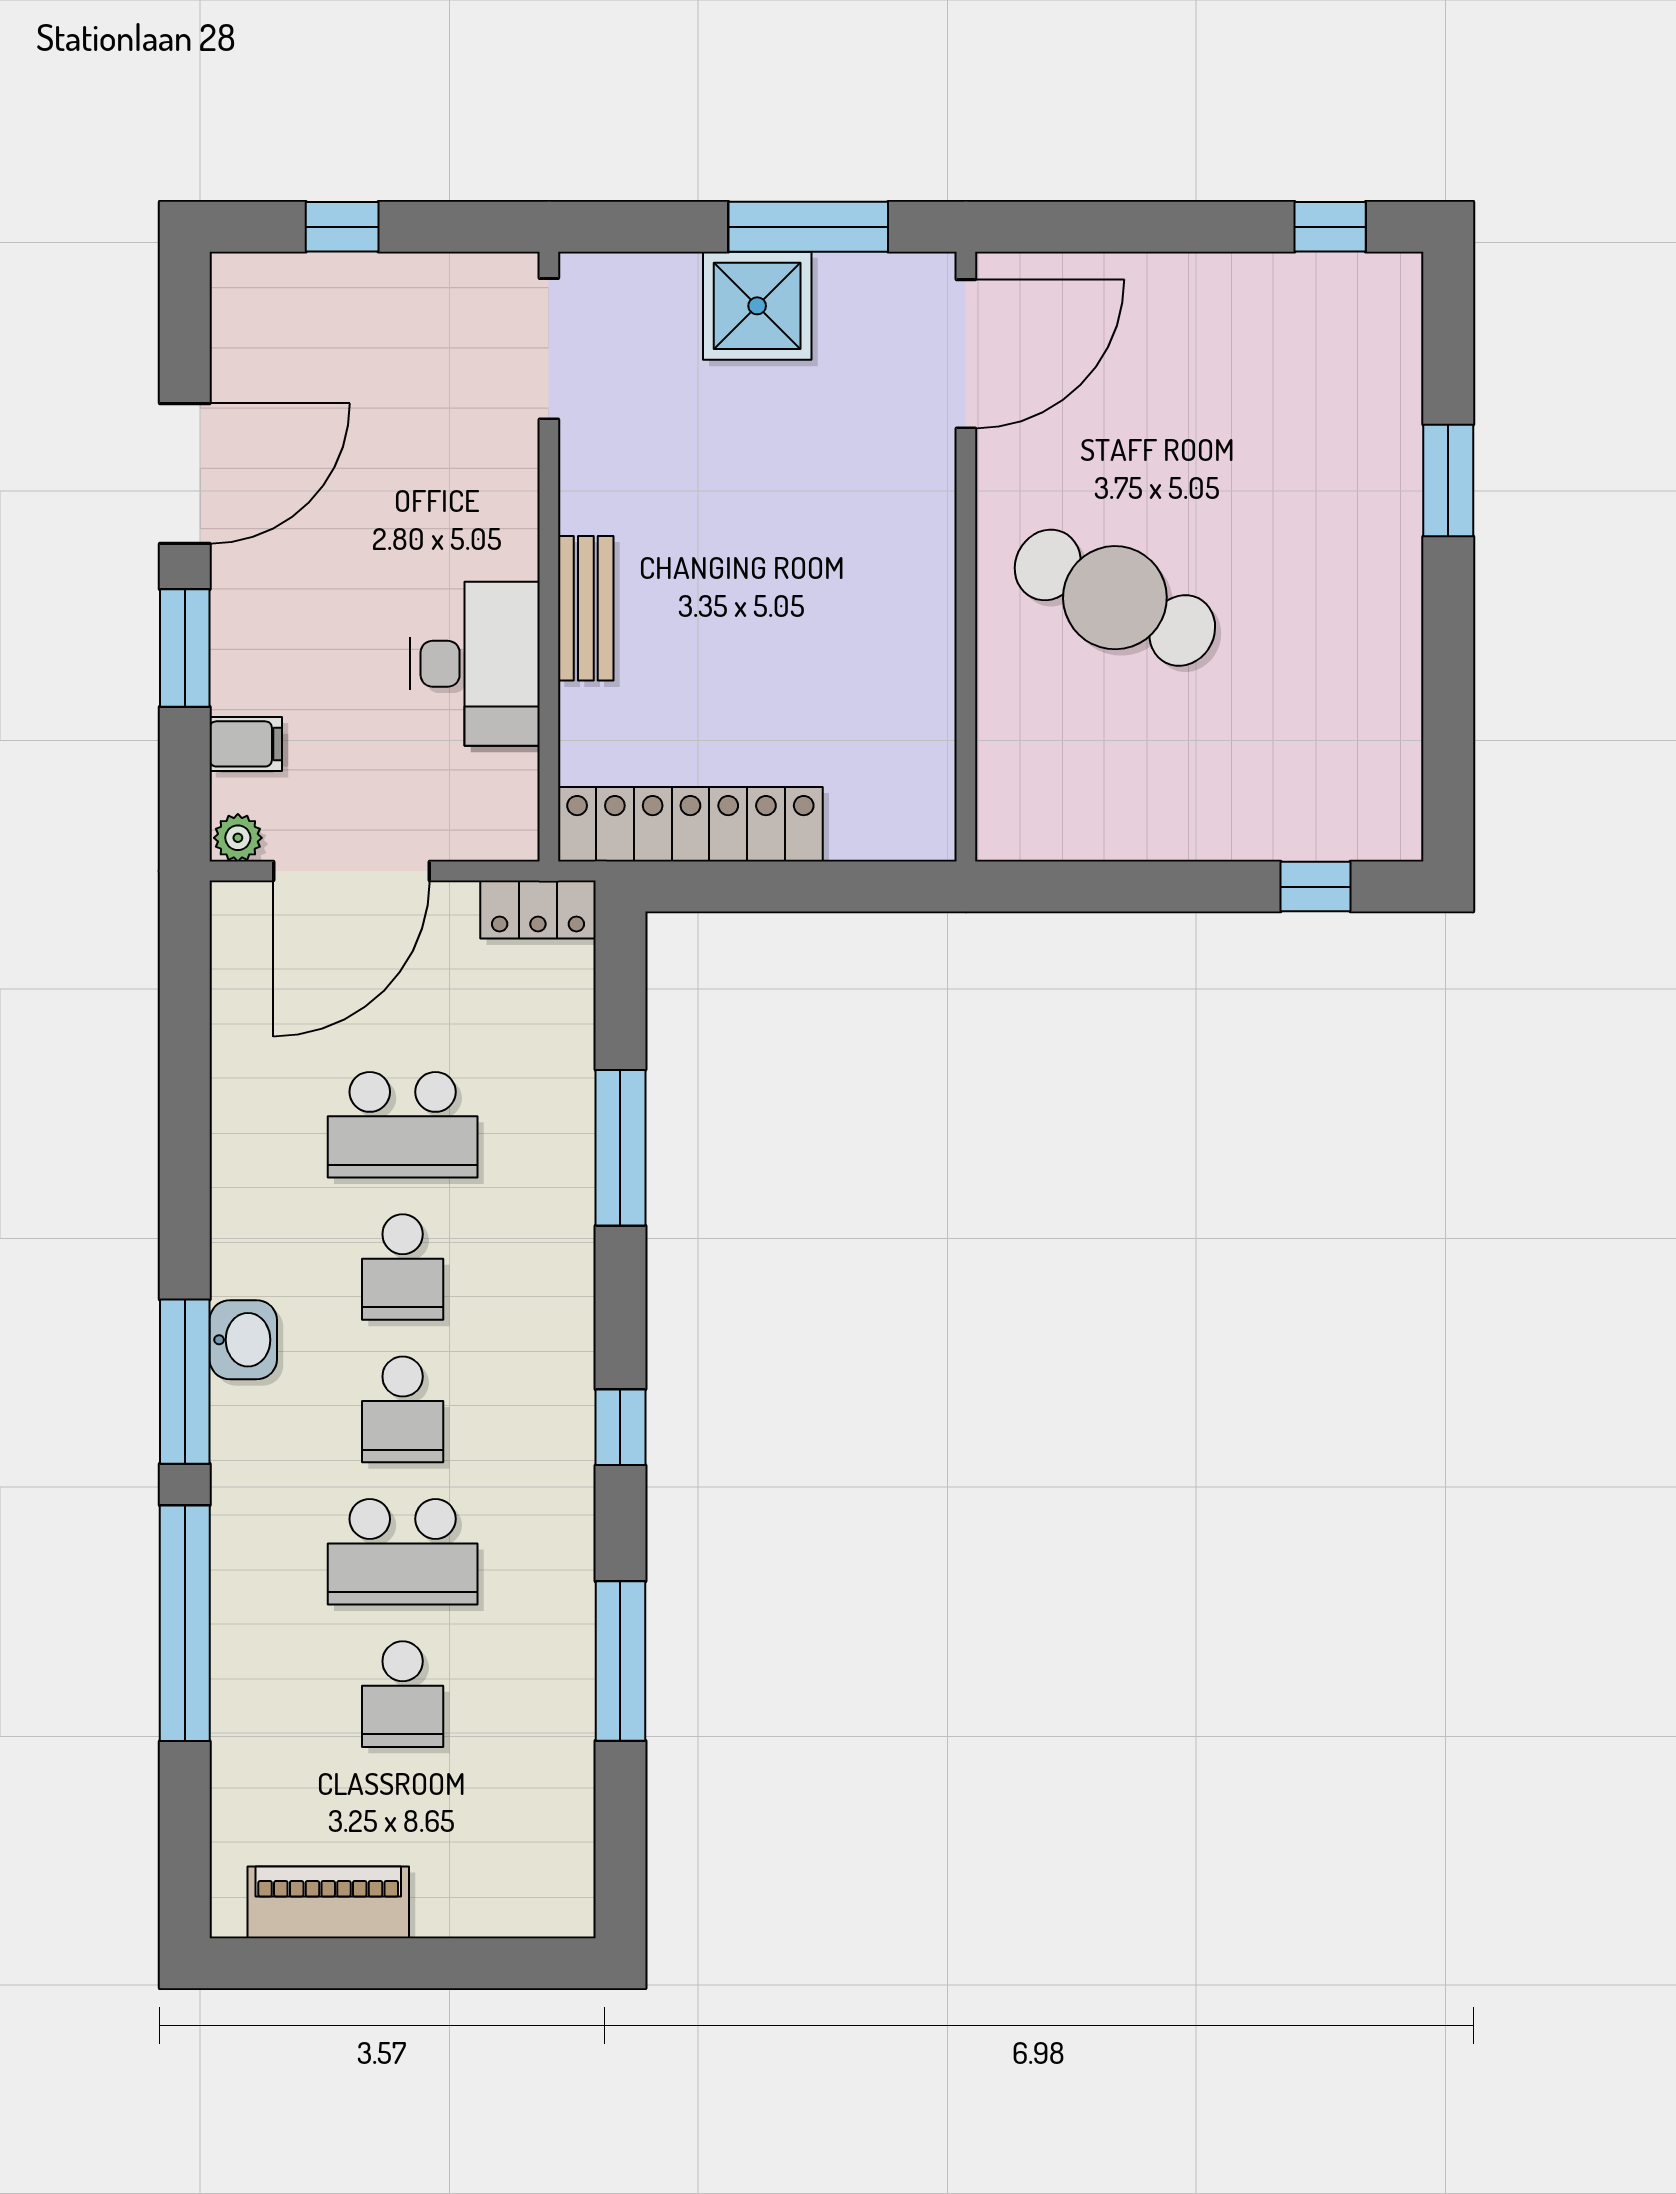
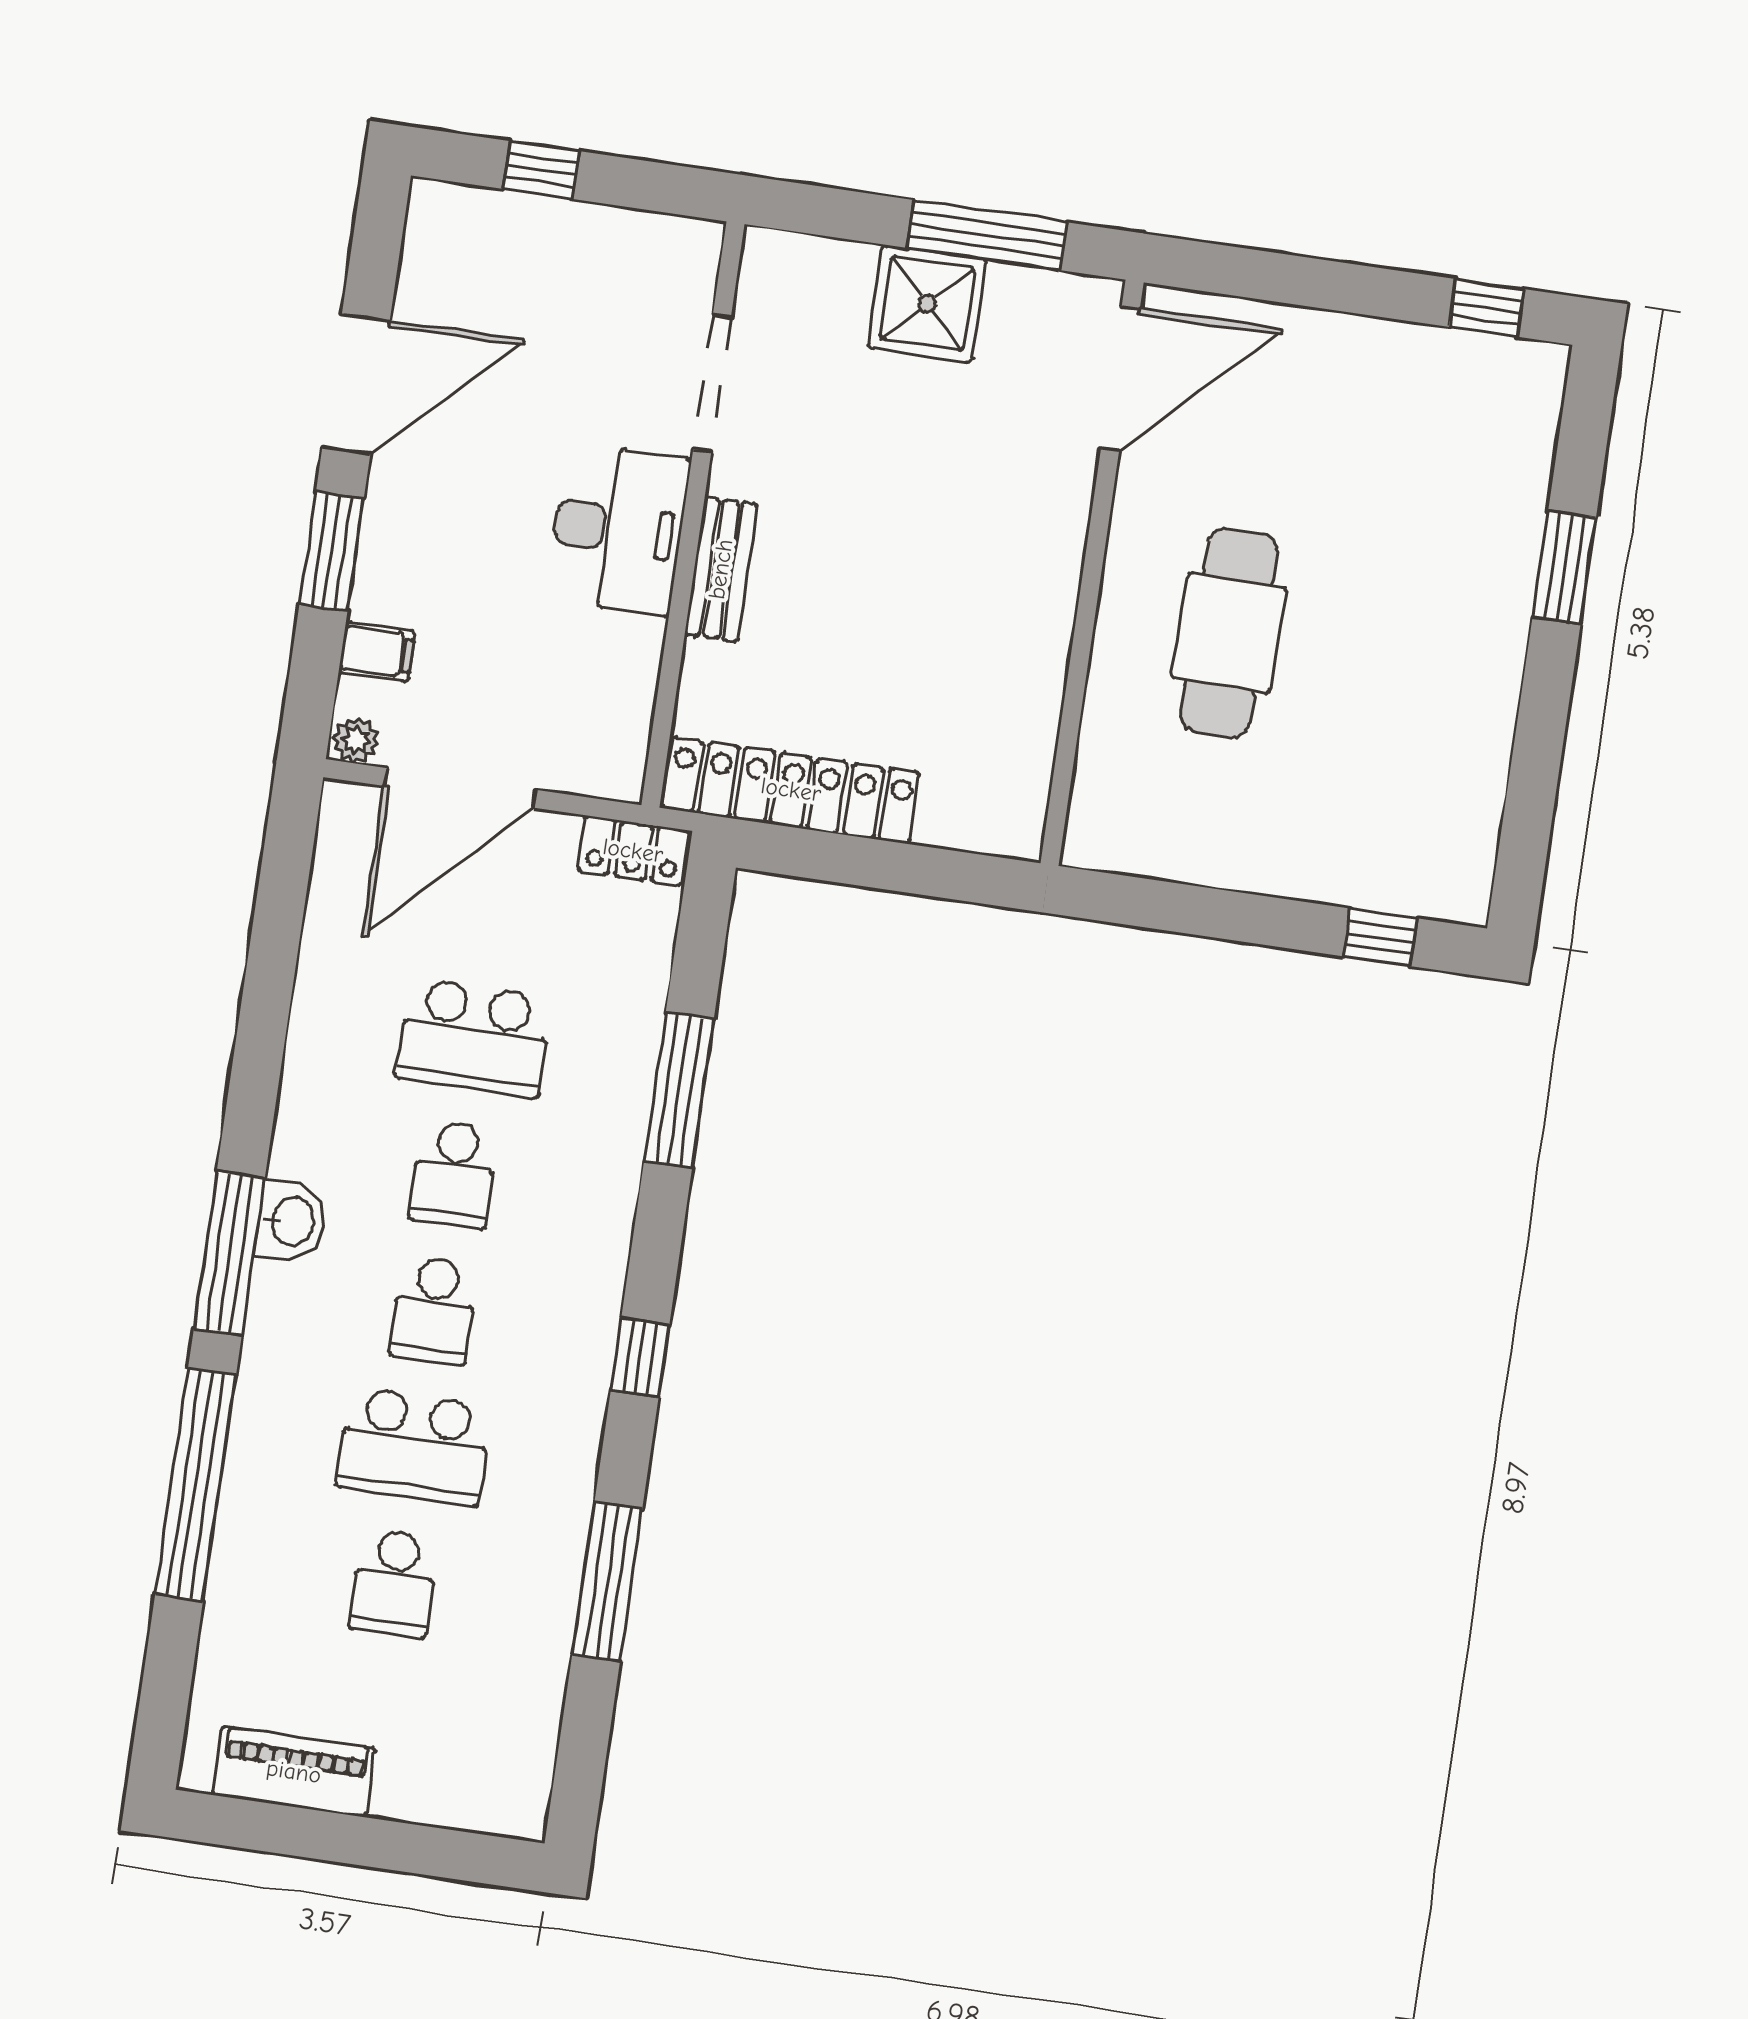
doorway: (549, 349) -> (712, 383), moved
cafe table: (1115, 598) -> (1229, 633), turned 65
desk: (475, 664) -> (618, 530), moved

